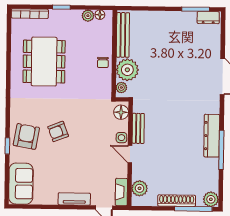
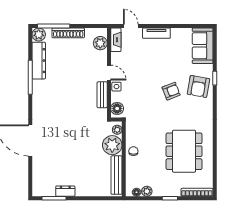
dresser: (208, 18) -> (65, 191), moved
dresser: (212, 136) -> (39, 61), moved

